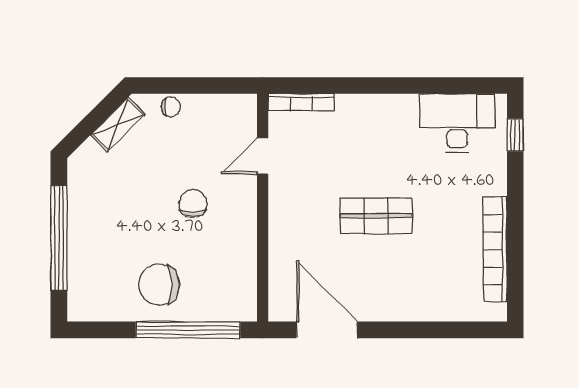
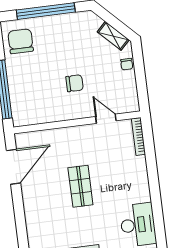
chair: (159, 285) -> (21, 41), moved

